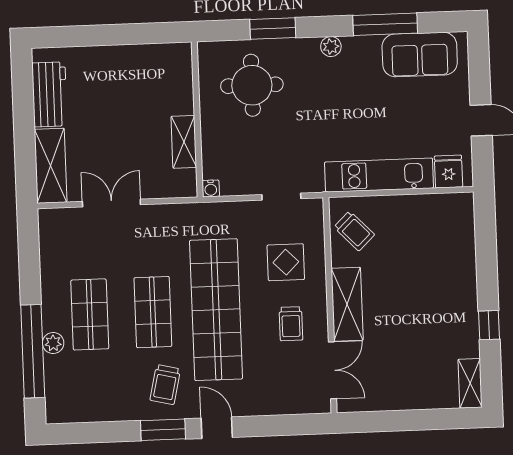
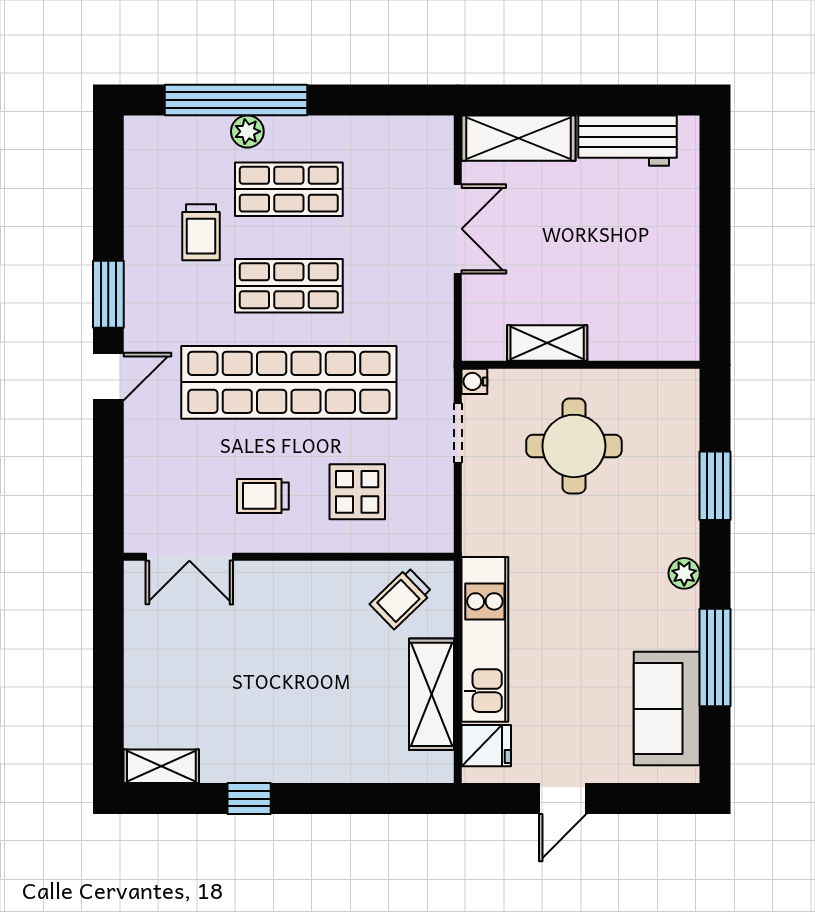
round table: (252, 85) -> (574, 446), moved
doorway: (281, 197) -> (458, 433), moved
shelving: (347, 304) -> (432, 694), moved, turned 90
trolley: (165, 384) -> (201, 232), moved, turned -103

